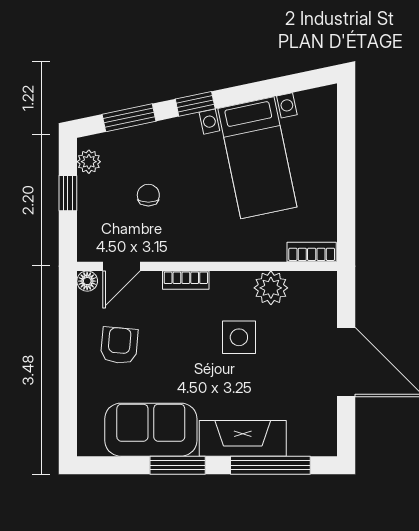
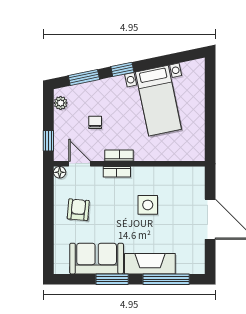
window: (68, 193) -> (48, 141), moved
bookcase: (312, 252) -> (119, 155), moved
door: (121, 266) -> (80, 164), swing flipped
plant: (271, 288) -> (166, 176), removed

